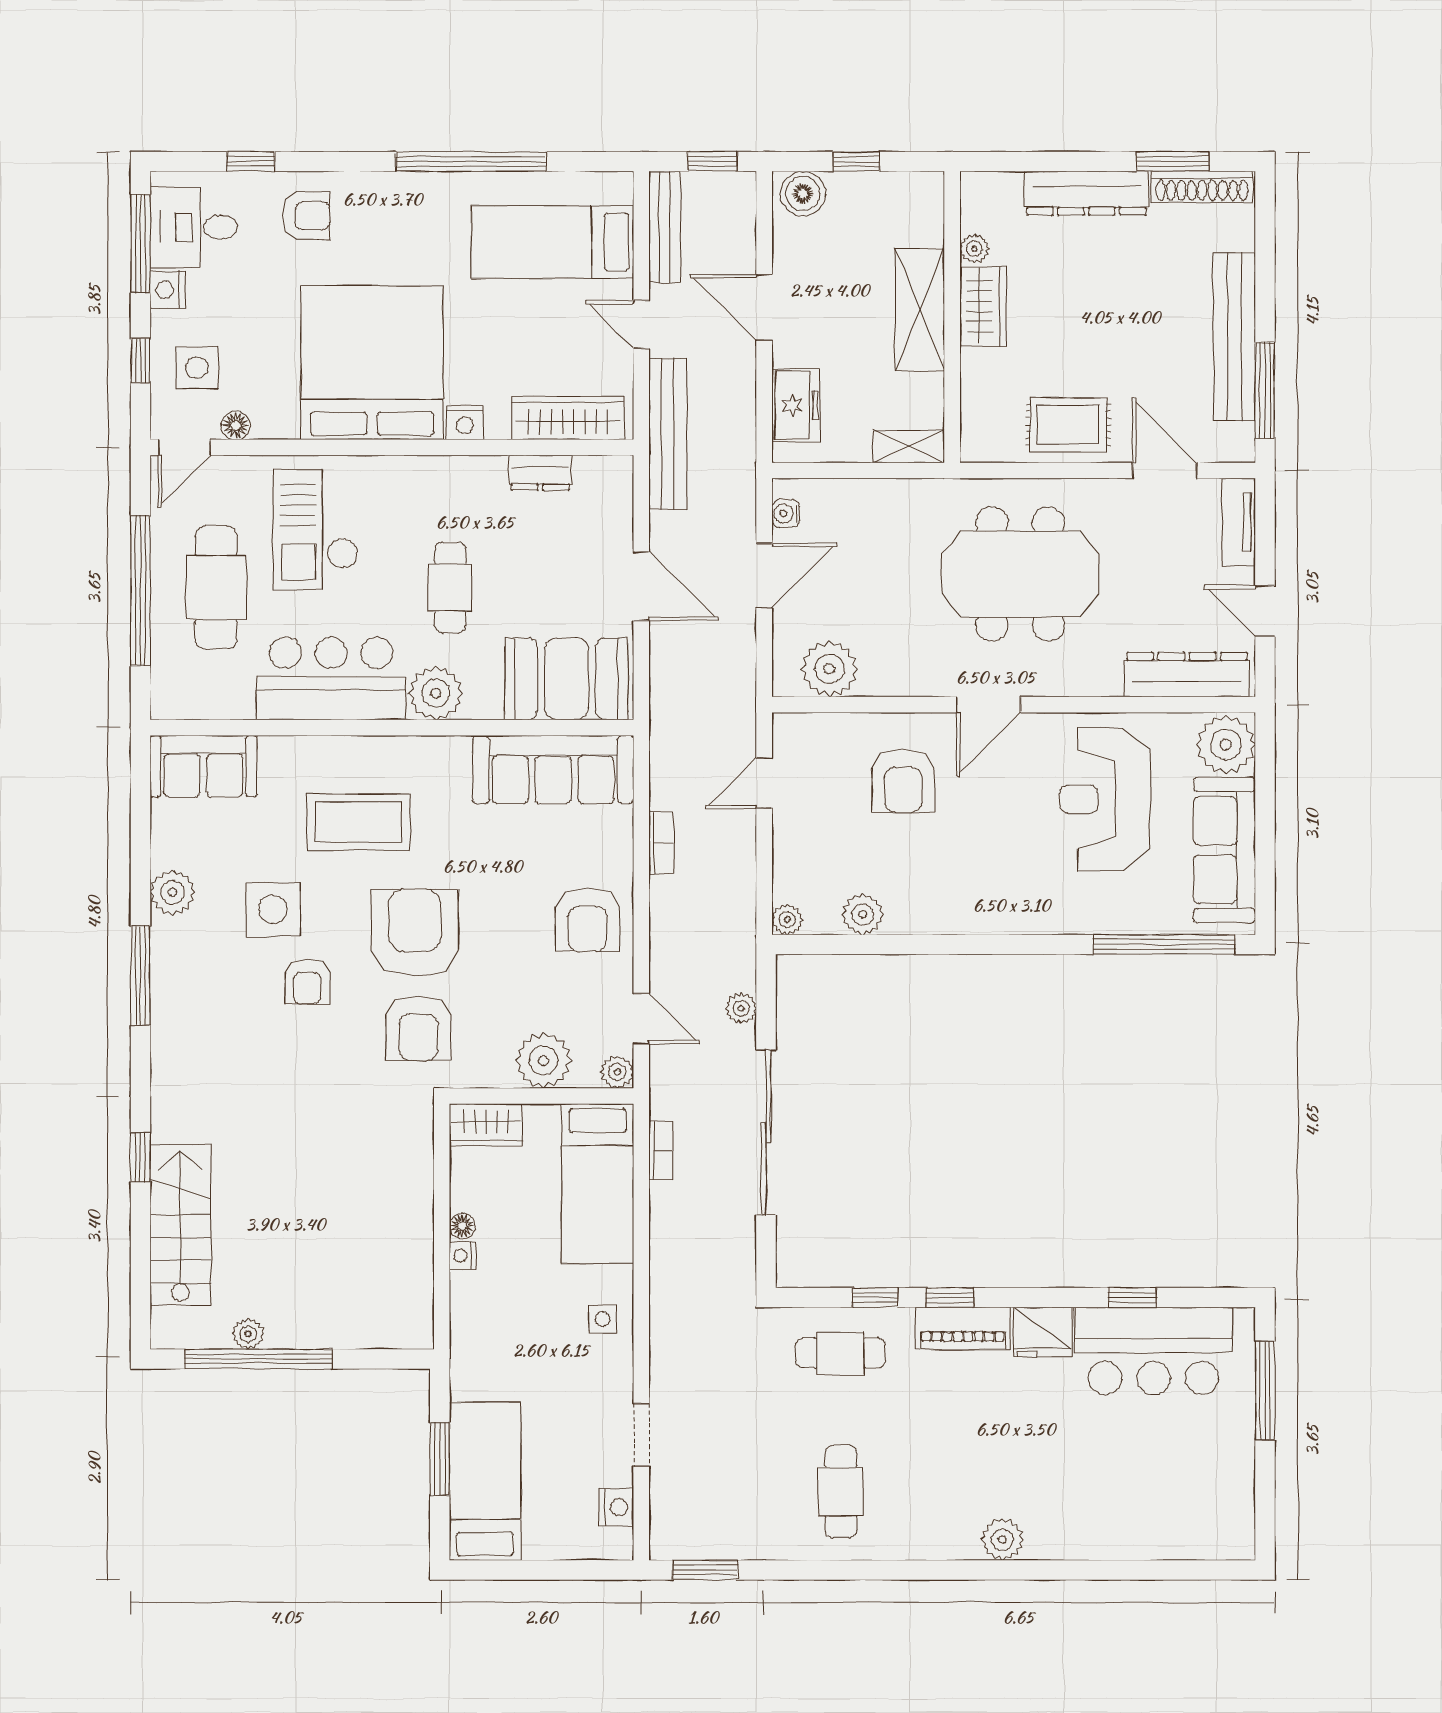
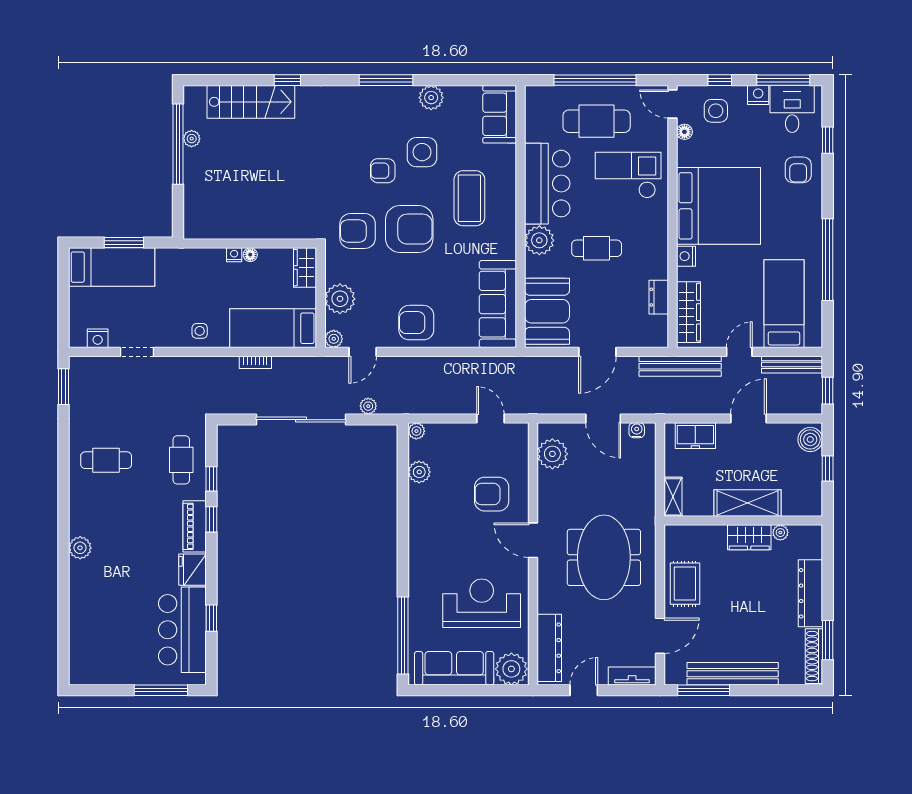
bookcase: (661, 843) -> (458, 363), removed
bookcase: (661, 1150) -> (255, 362), moved

